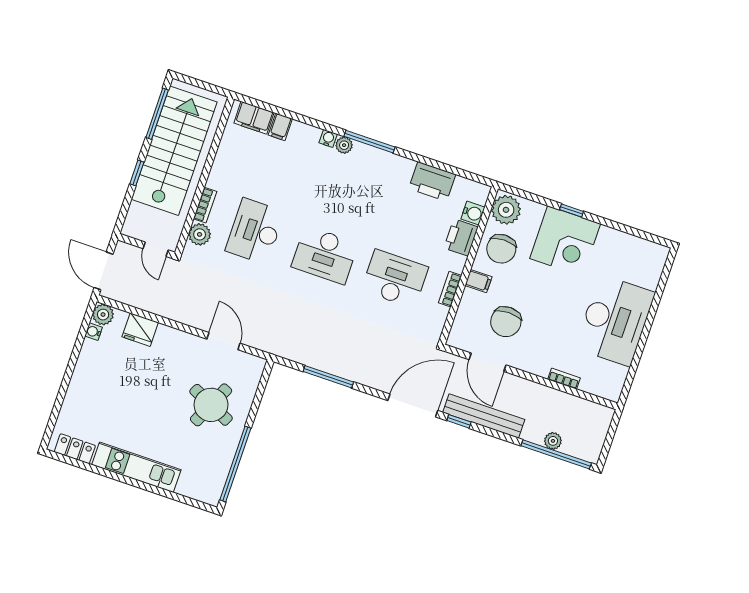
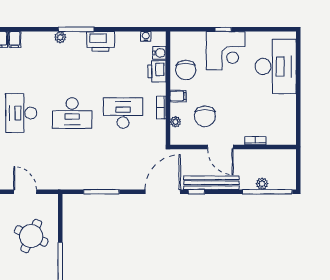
water cooler: (328, 138) -> (146, 36), moved
printer: (432, 181) -> (101, 41), moved
plant: (506, 210) -> (175, 122), moved, width x0.53, depth x0.53
desk: (615, 320) -> (276, 67), moved
door: (488, 362) -> (220, 147), moved

